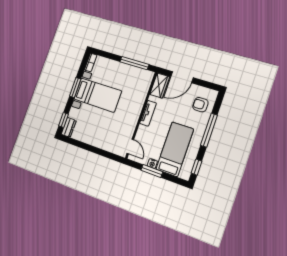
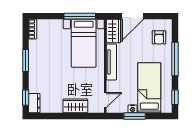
bed with nightstands: (98, 95) -> (84, 43), moved, turned 90
armchair: (200, 105) -> (159, 37), turned -90
tv unit: (148, 113) -> (111, 62), width x1.41
wardrobe: (102, 142) -> (75, 106), added
door: (130, 146) -> (105, 100), hinge flipped

